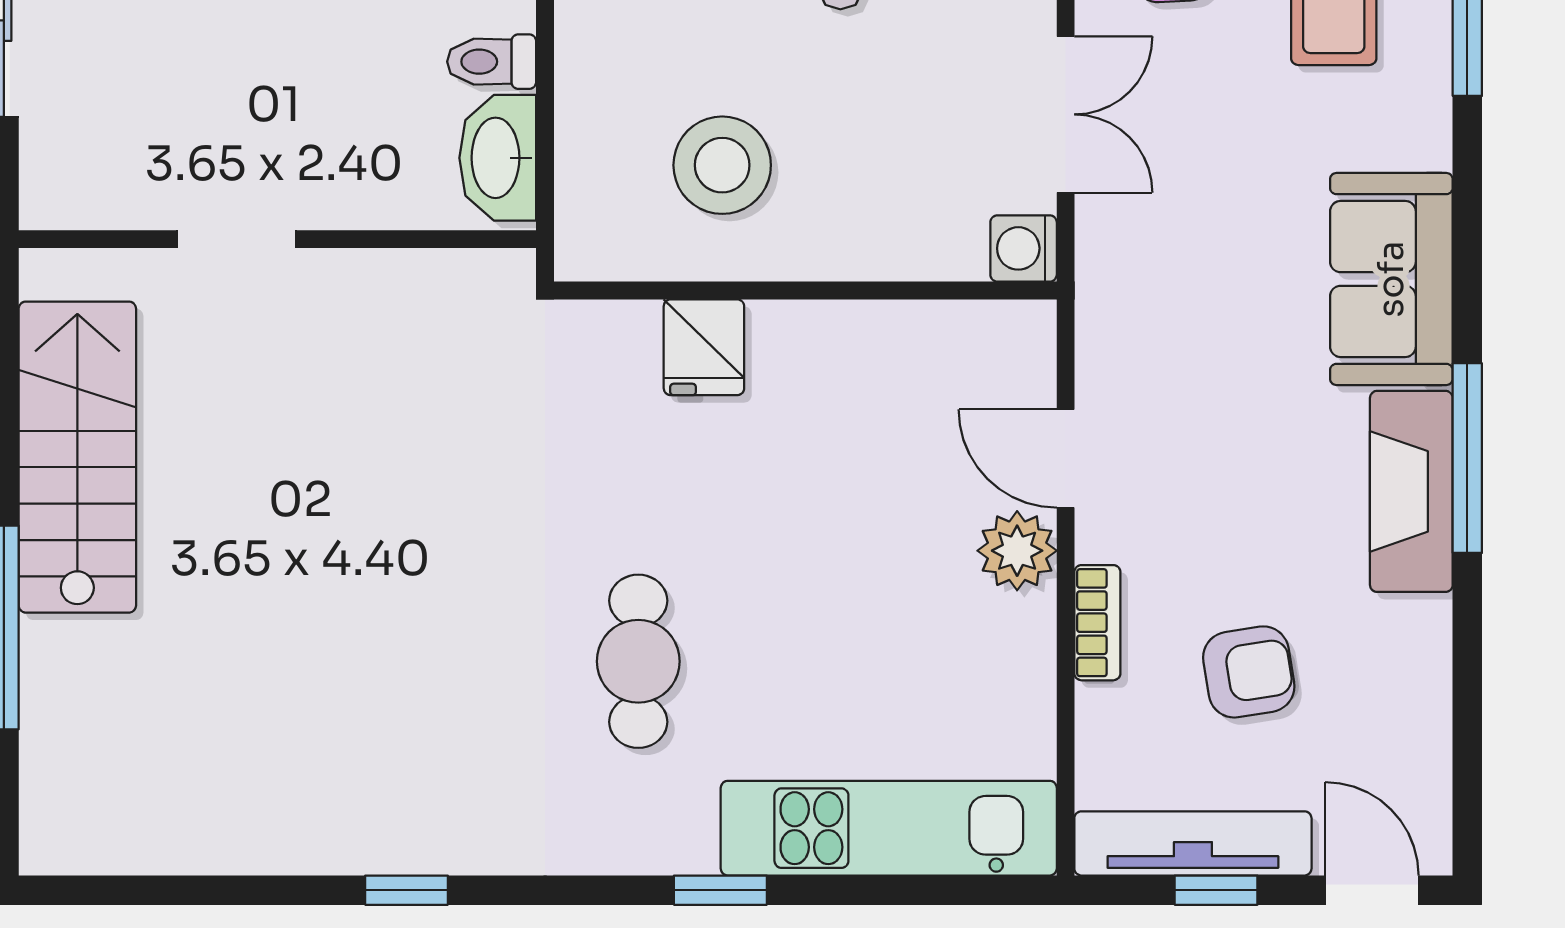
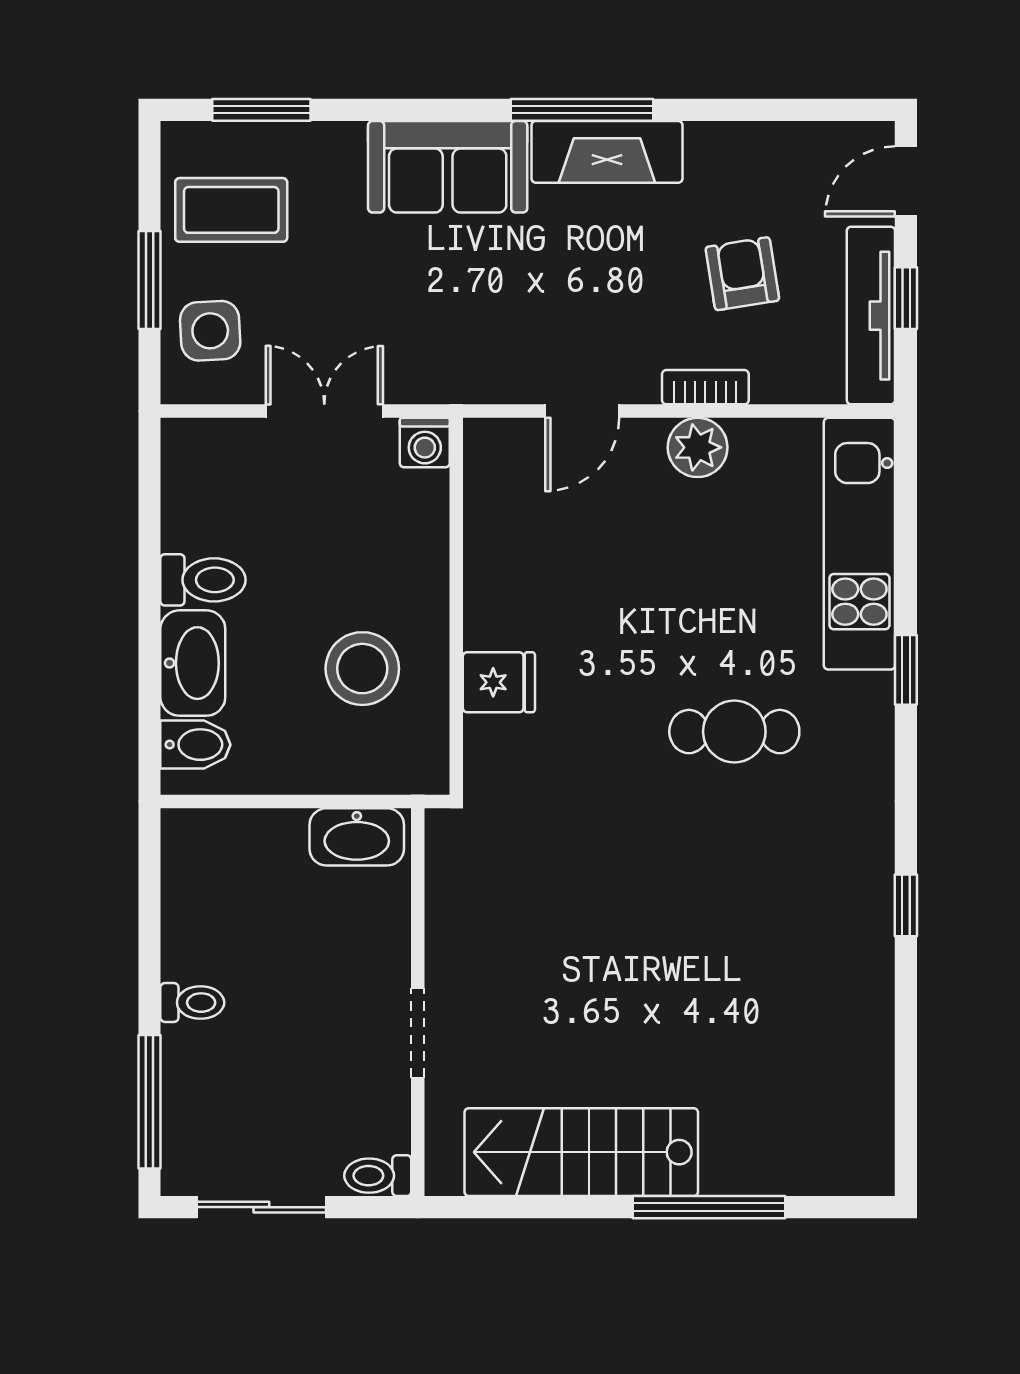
toilet: (492, 62) -> (378, 1176), moved, turned 90
plant: (1017, 551) -> (698, 447), moved

